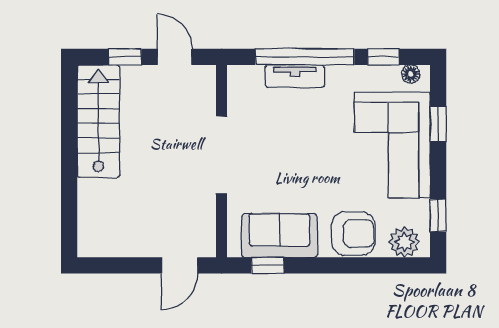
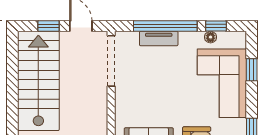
floor lamp: (411, 74) -> (211, 37), moved
stairs: (98, 121) -> (38, 81), width x1.36, depth x1.51
doorway: (222, 155) -> (111, 61), moved

